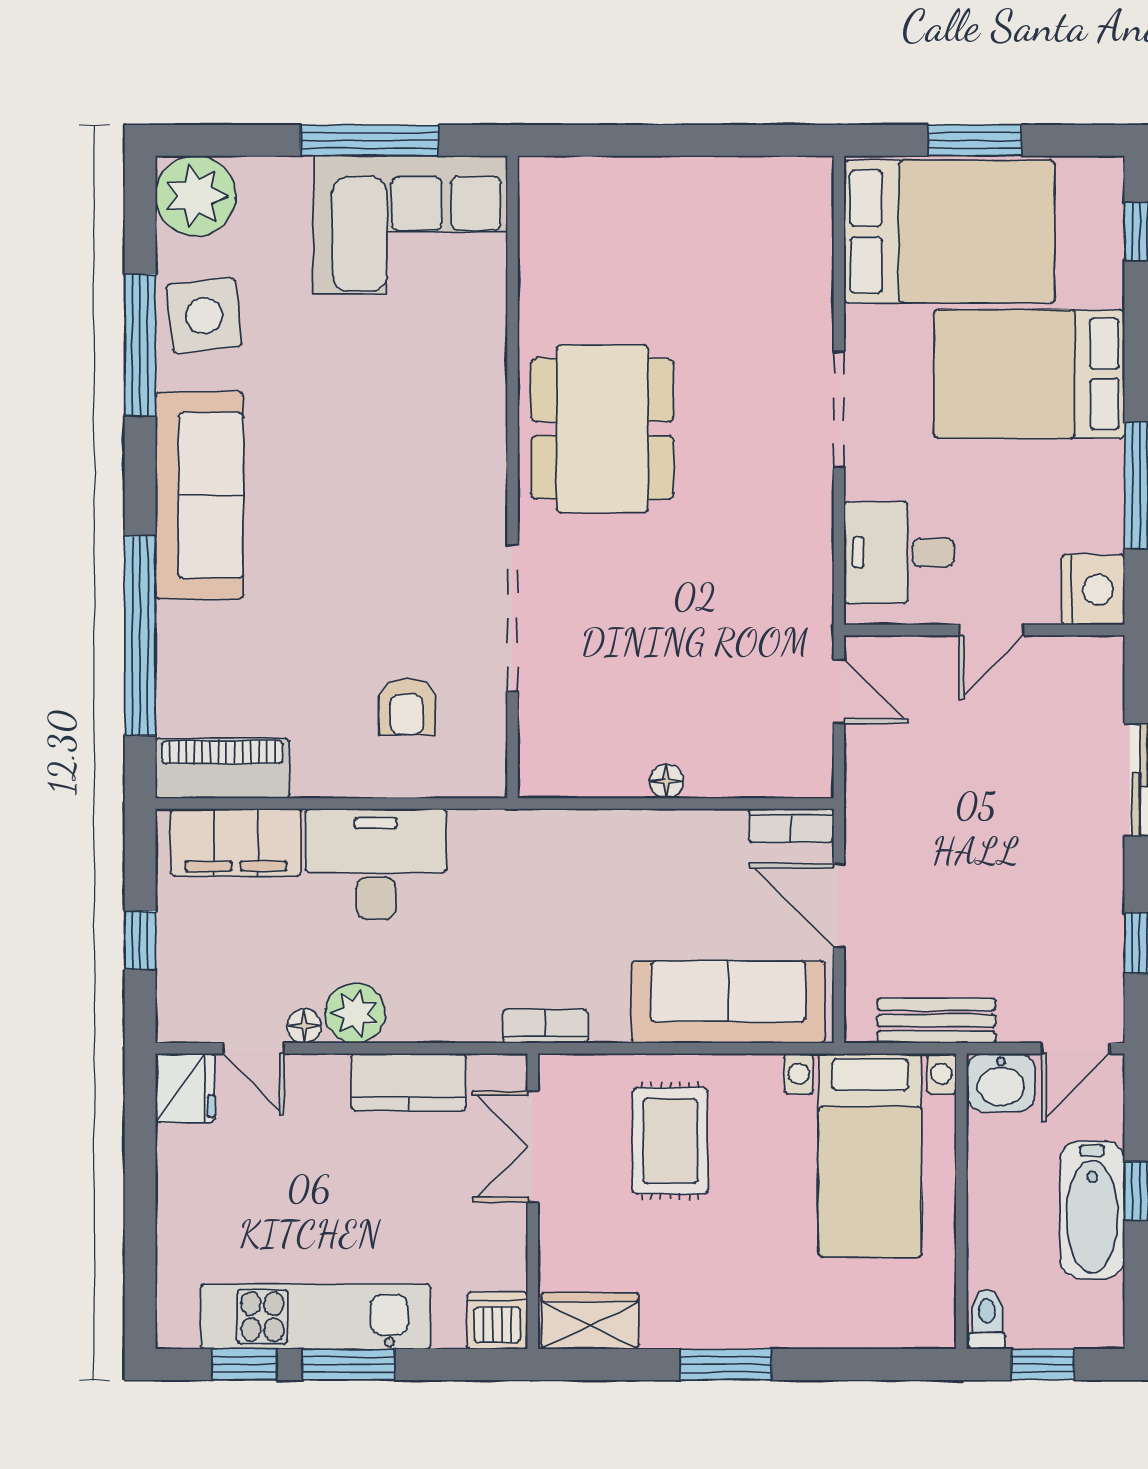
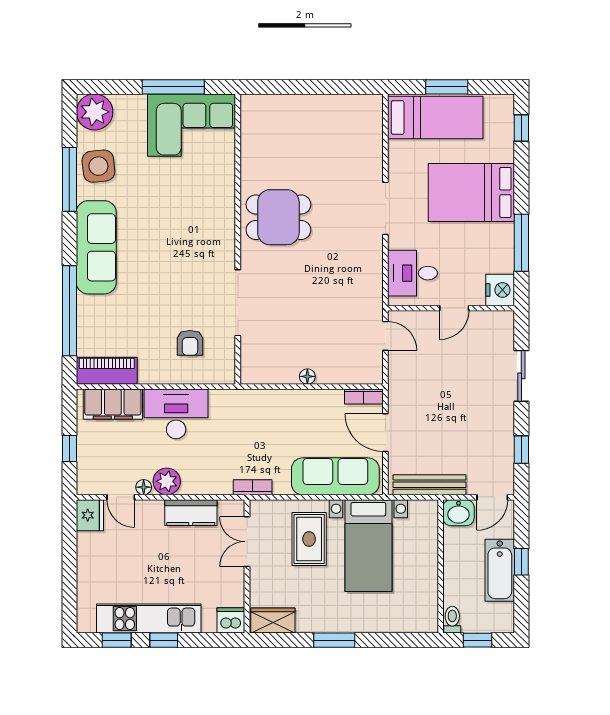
bed: (949, 232) -> (435, 117), width x0.67
dining table: (602, 429) -> (278, 217), width x0.73
bench: (937, 1021) -> (429, 485), width x1.36
bed with nightstands: (870, 1155) -> (368, 546), moved
window: (349, 1365) -> (164, 640), width x0.67

